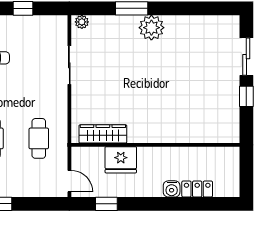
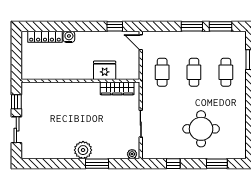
wardrobe: (103, 134) -> (117, 88), moved
wall: (155, 145) -> (80, 81), moved
fridge: (121, 160) -> (105, 70), moved
locker: (197, 189) -> (45, 37), width x1.53

